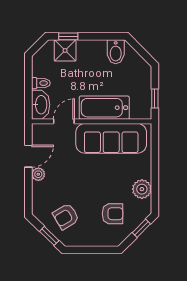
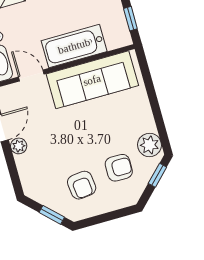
door: (64, 121) -> (31, 75), hinge flipped
plant: (142, 189) -> (149, 145), moved
armchair: (66, 216) -> (82, 185), moved, turned -65

